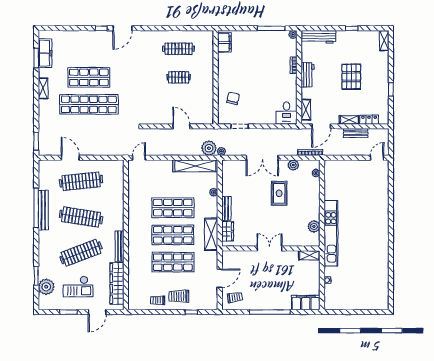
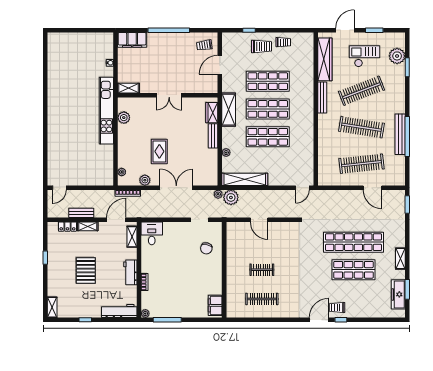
trolley: (105, 40) -> (337, 308), added

